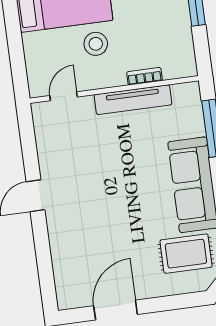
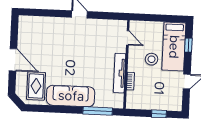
door: (116, 310) -> (13, 60), moved

